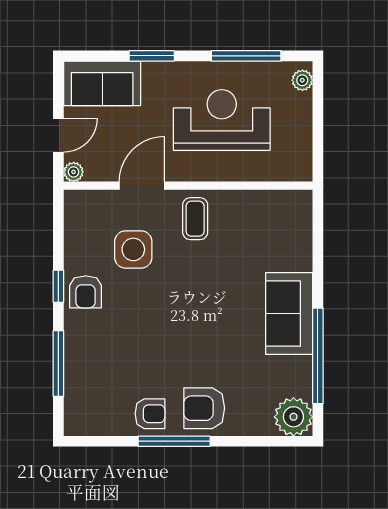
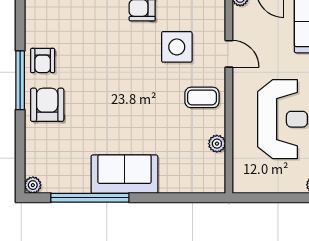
door: (142, 186) -> (229, 54), width x0.73
plant: (252, 200) -> (217, 144), added
plant: (293, 417) -> (33, 185), width x0.53, depth x0.53

